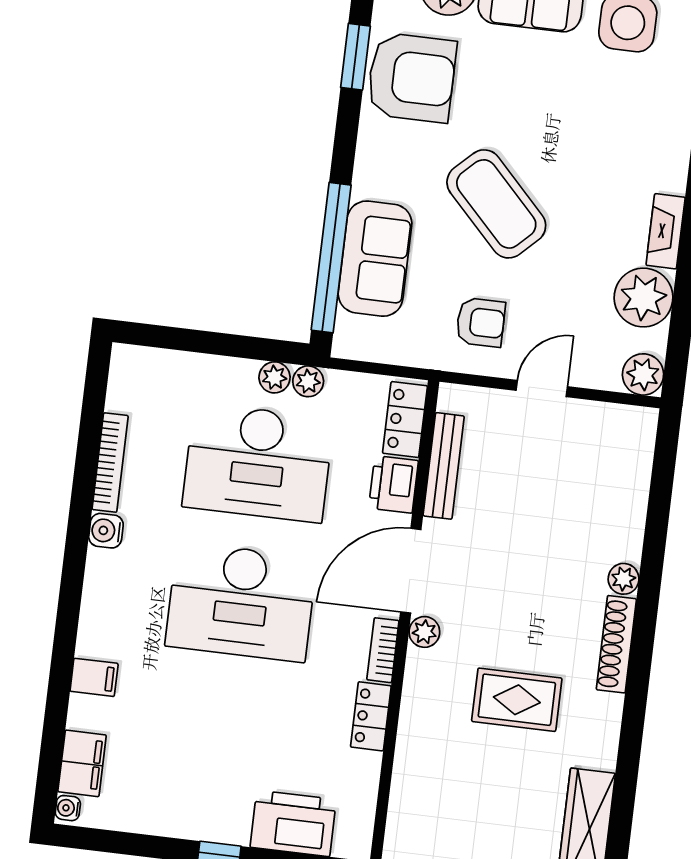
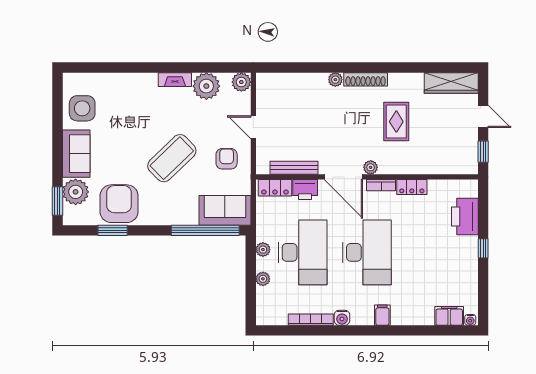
sofa: (375, 259) -> (225, 210), moved
plant: (308, 381) -> (263, 279), moved
filing cabinet: (94, 677) -> (382, 315), moved

